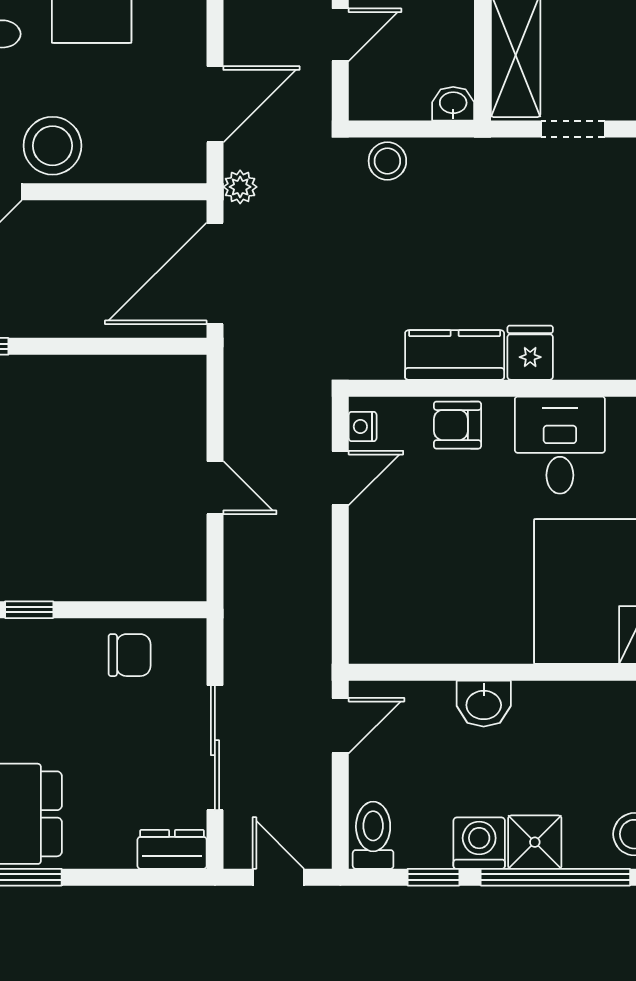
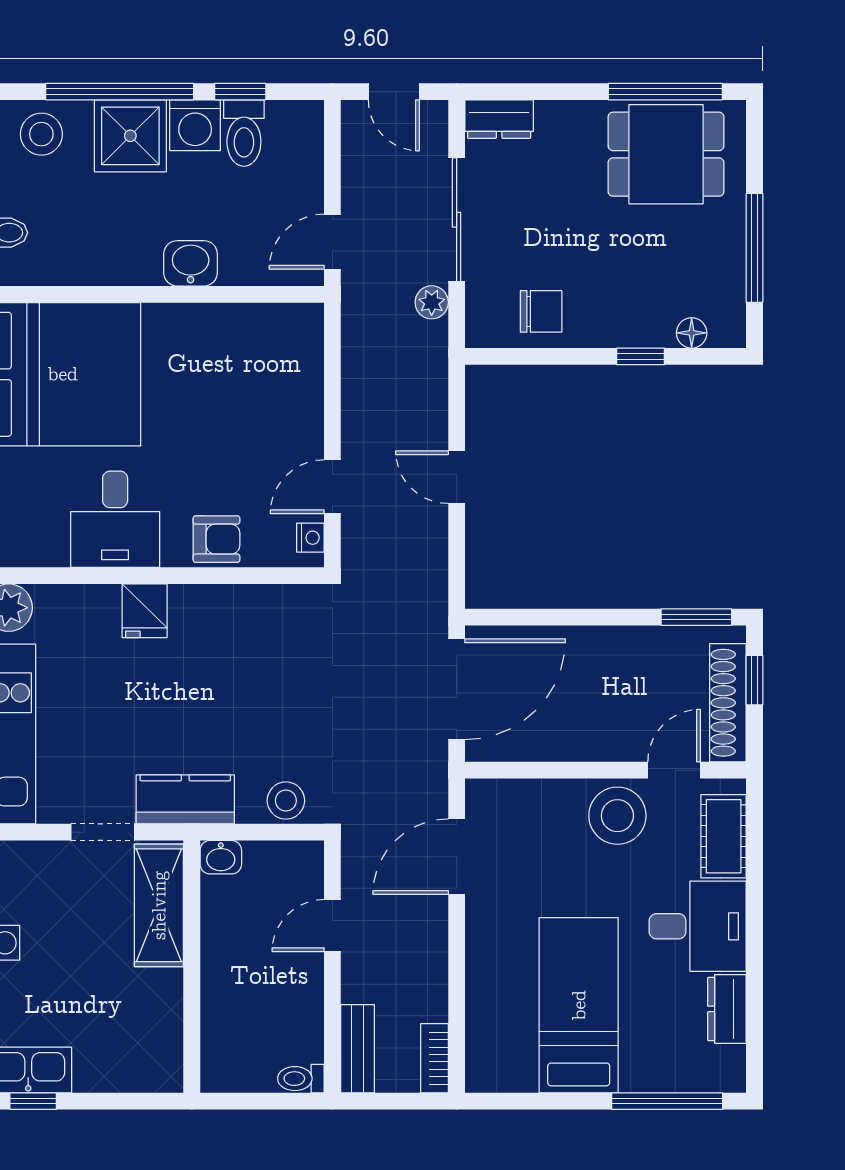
plant: (240, 187) -> (432, 302), moved
kitchen counter: (455, 355) -> (185, 799), moved, turned 180
chair: (130, 655) -> (541, 311), turned 180
toilet: (373, 835) -> (244, 133), moved
shower: (535, 842) -> (130, 136), width x1.36, depth x1.36

